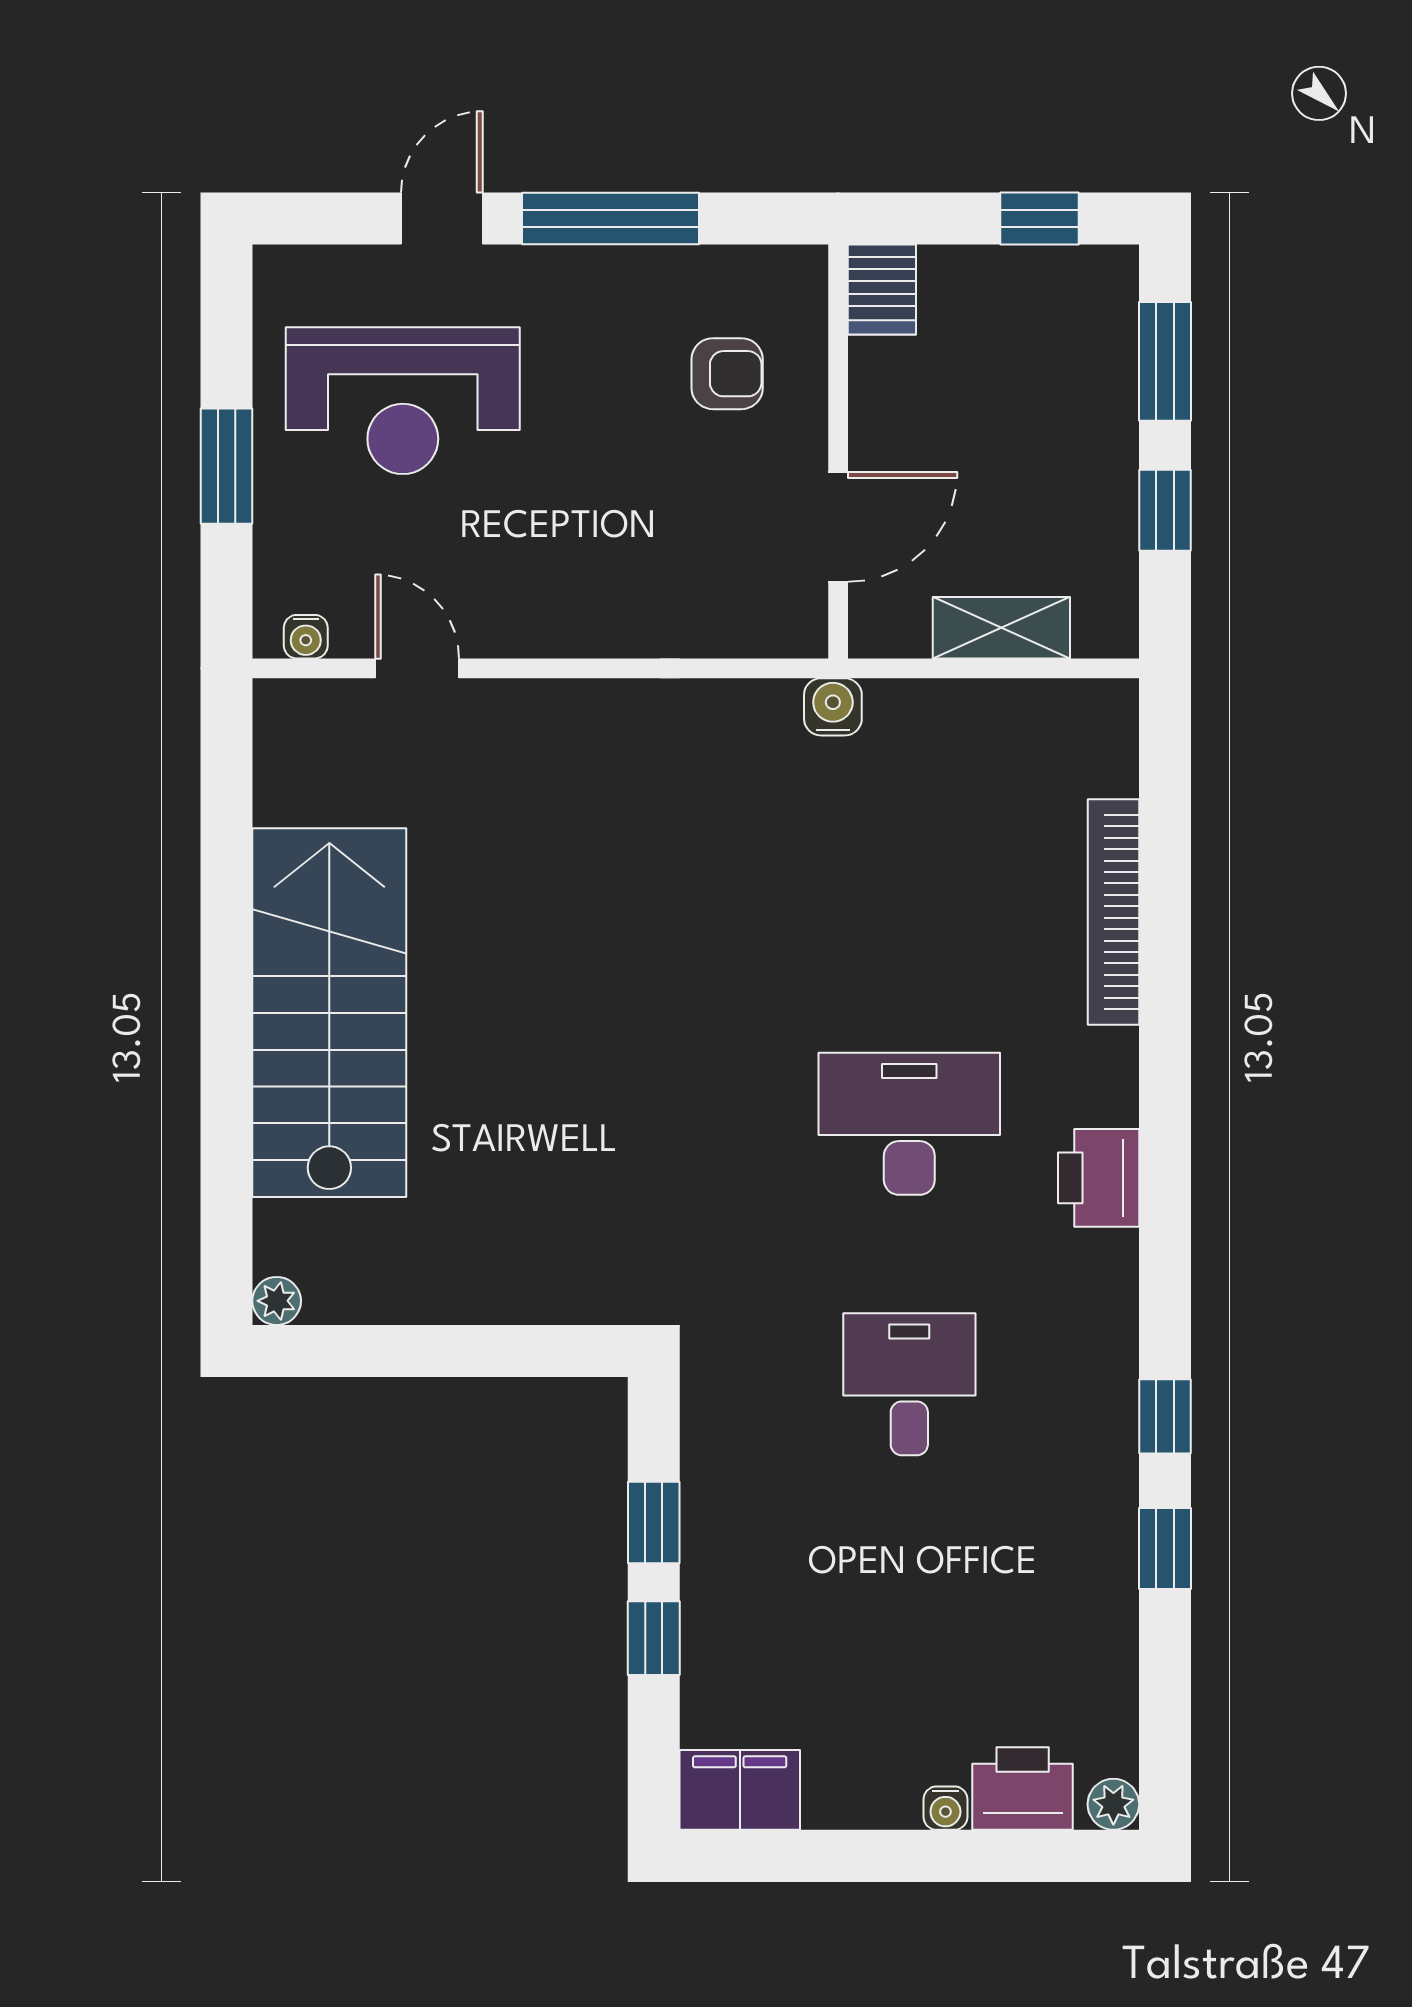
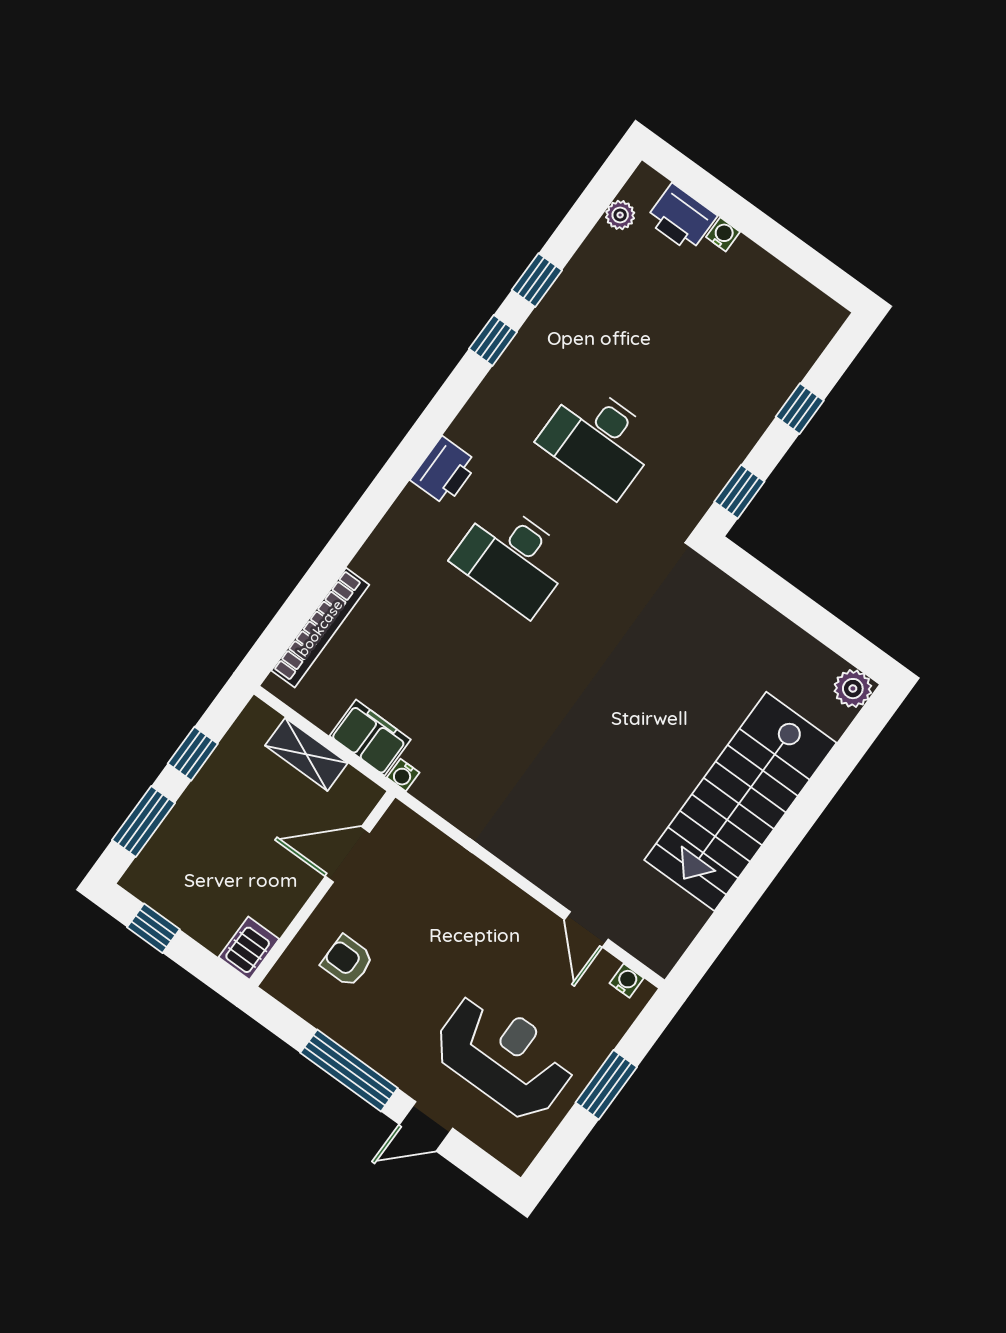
water cooler: (833, 707) -> (403, 775), width x0.72, depth x0.72
bookcase: (1113, 912) -> (320, 628), moved
plant: (277, 1301) -> (853, 689), width x1.38, depth x1.38
desk: (909, 1384) -> (599, 440), width x1.37
window: (654, 1523) -> (739, 492), moved
filing cabinet: (740, 1790) -> (370, 738), moved, turned 180
plant: (1113, 1804) -> (620, 215), moved

